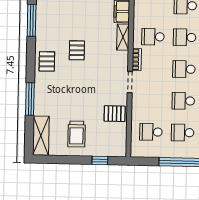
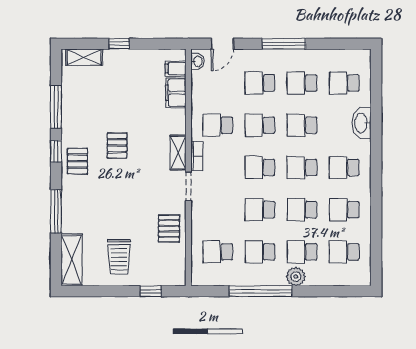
shelving: (123, 37) -> (178, 153), moved
window: (31, 54) -> (56, 151), added
pallet: (115, 114) -> (169, 229), turned 90

